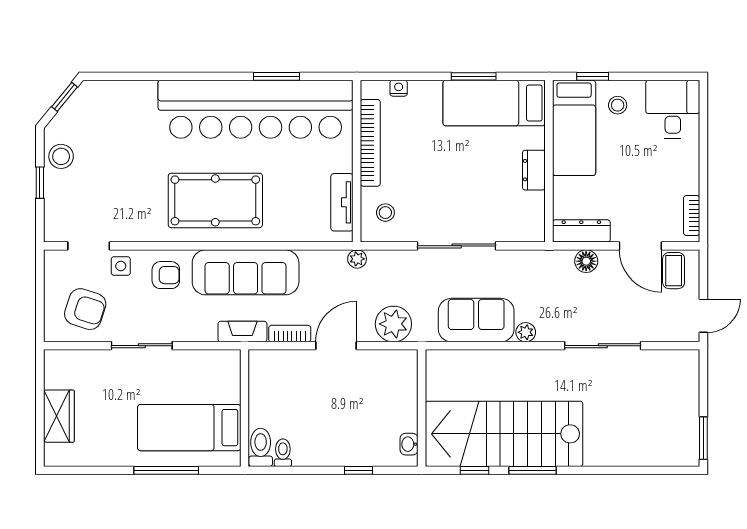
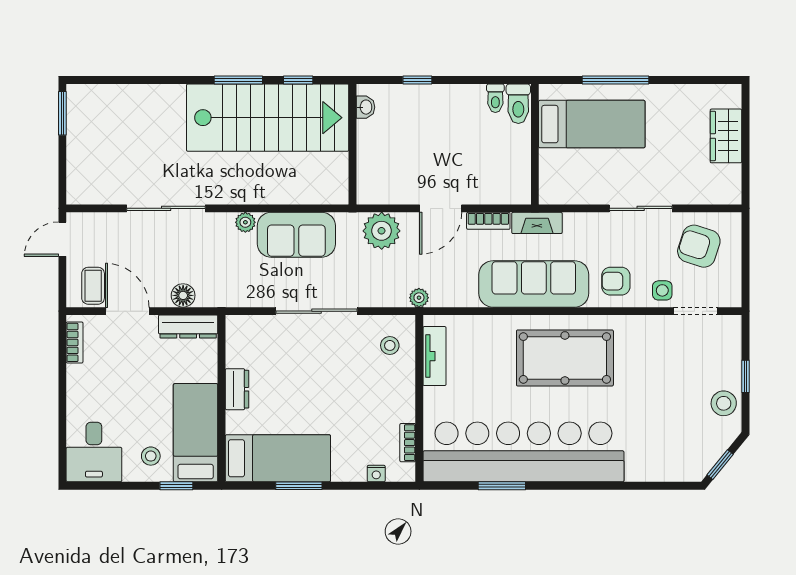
bookcase: (370, 143) -> (408, 443), width x0.43, depth x0.76

